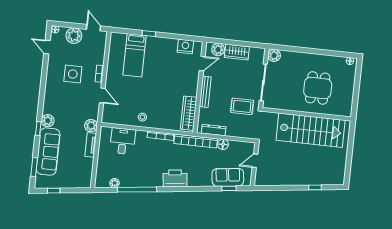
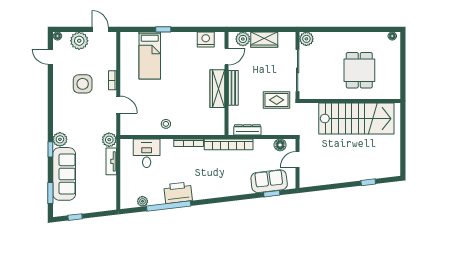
wardrobe: (189, 113) -> (217, 89), moved
floor lamp: (223, 144) -> (280, 145), moved
printer: (175, 178) -> (178, 193), moved

